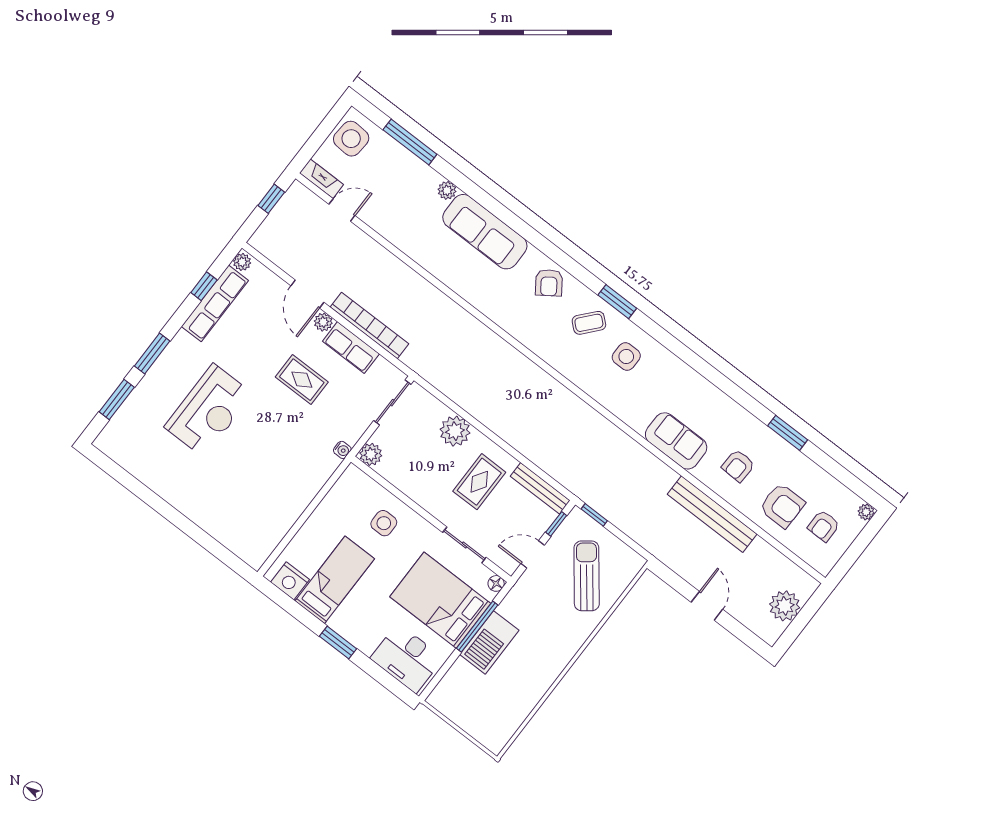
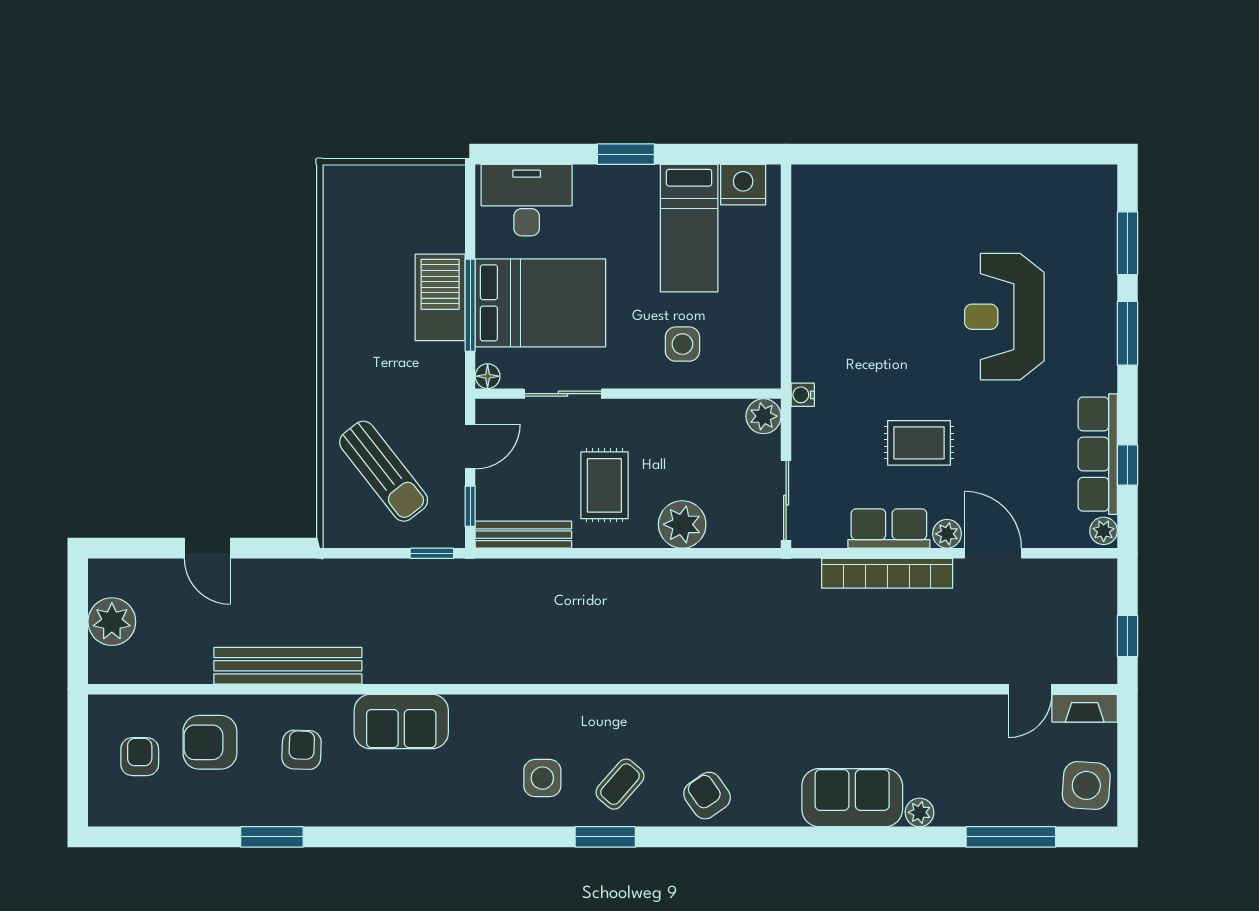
sofa: (485, 232) -> (852, 798), width x0.73
plant: (866, 512) -> (101, 814), removed

